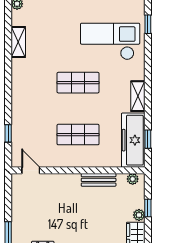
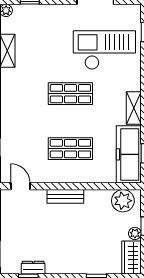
plant: (133, 179) -> (123, 201), width x1.88, depth x1.88
bench: (99, 180) -> (65, 196), moved

